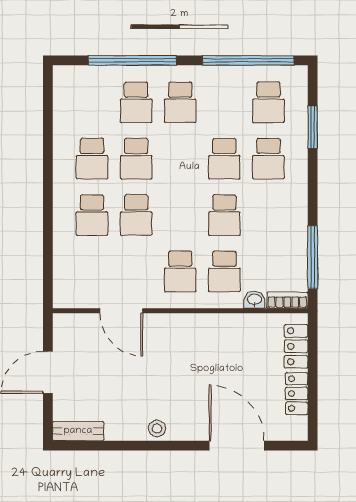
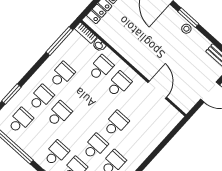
school desk: (92, 215) -> (134, 140), removed
school desk: (224, 215) -> (62, 75), moved
window: (168, 446) -> (188, 18), added

